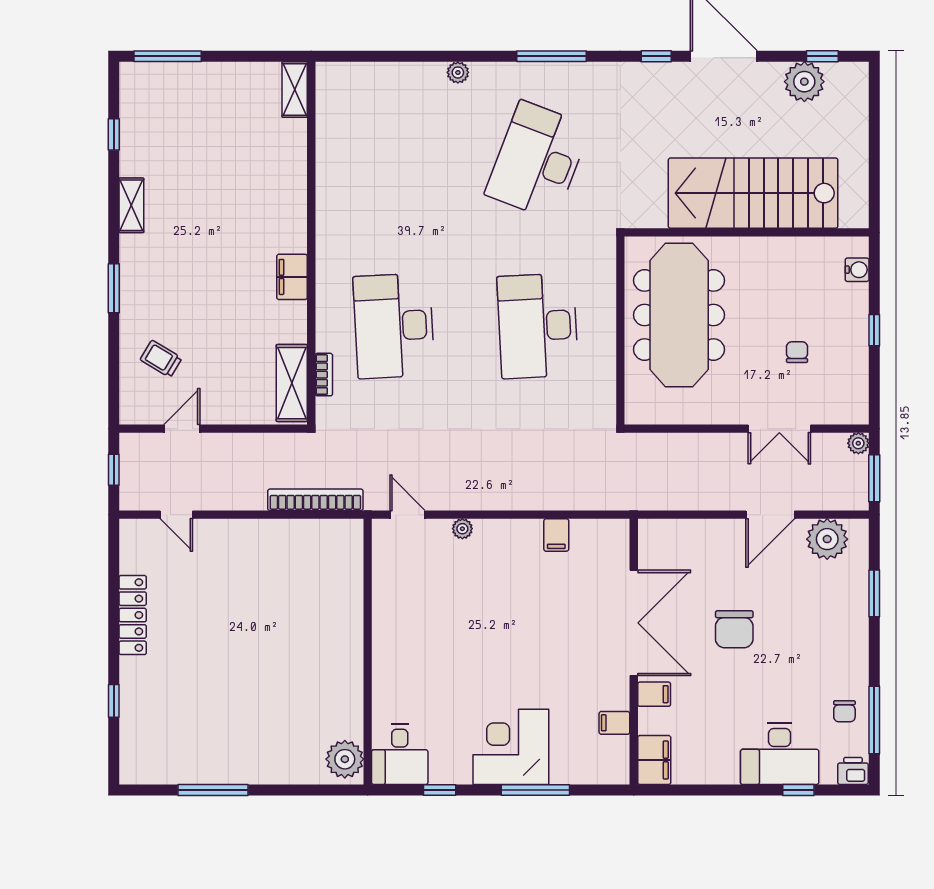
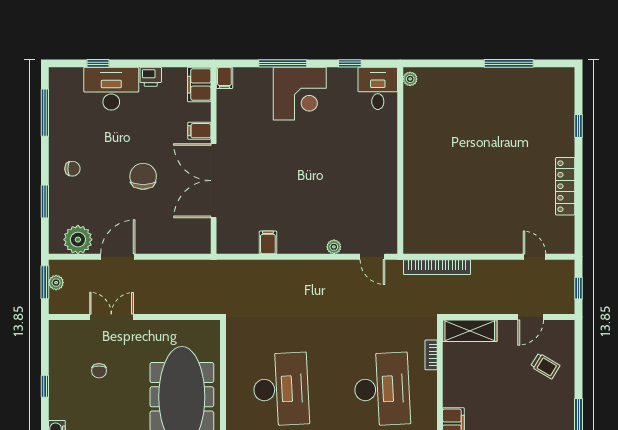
shelving: (292, 383) -> (470, 331), moved, turned 90
plant: (858, 443) -> (56, 283), moved
chair: (844, 711) -> (72, 169), moved, turned 90
filing cabinet: (614, 723) -> (224, 78), moved, turned 90
plant: (345, 759) -> (410, 79), width x0.53, depth x0.53
printer: (853, 771) -> (151, 77), moved

